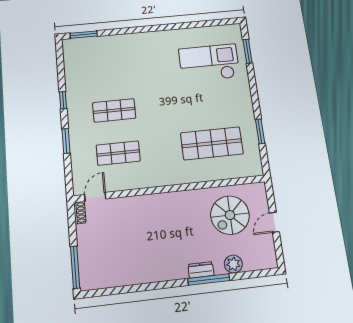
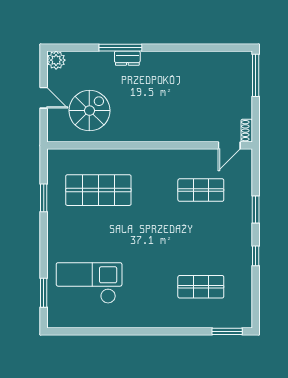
checkout: (209, 63) -> (89, 283), turned 180
shop shelf: (114, 110) -> (201, 287), moved
door: (274, 222) -> (44, 98), hinge flipped
plant: (233, 264) -> (56, 60), moved

